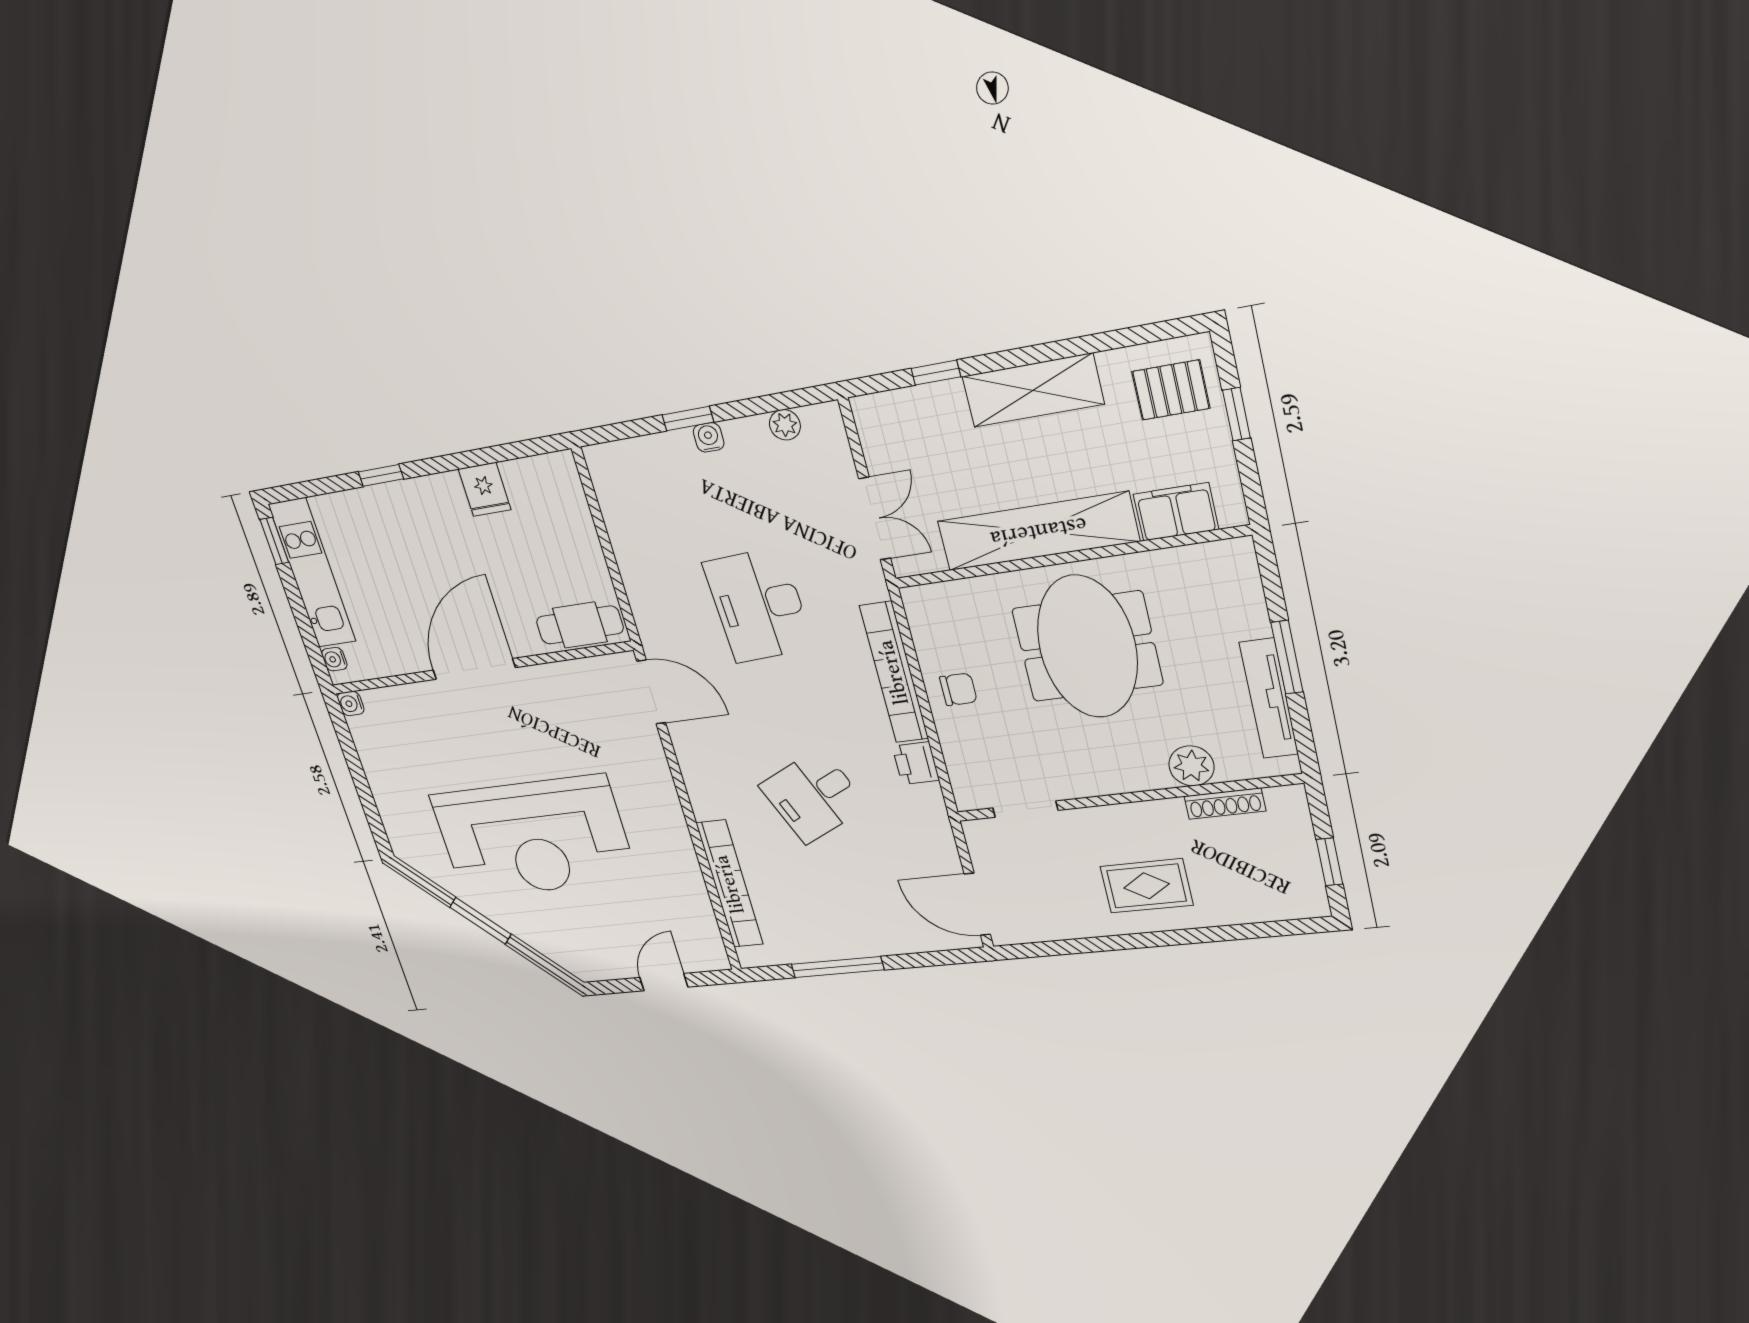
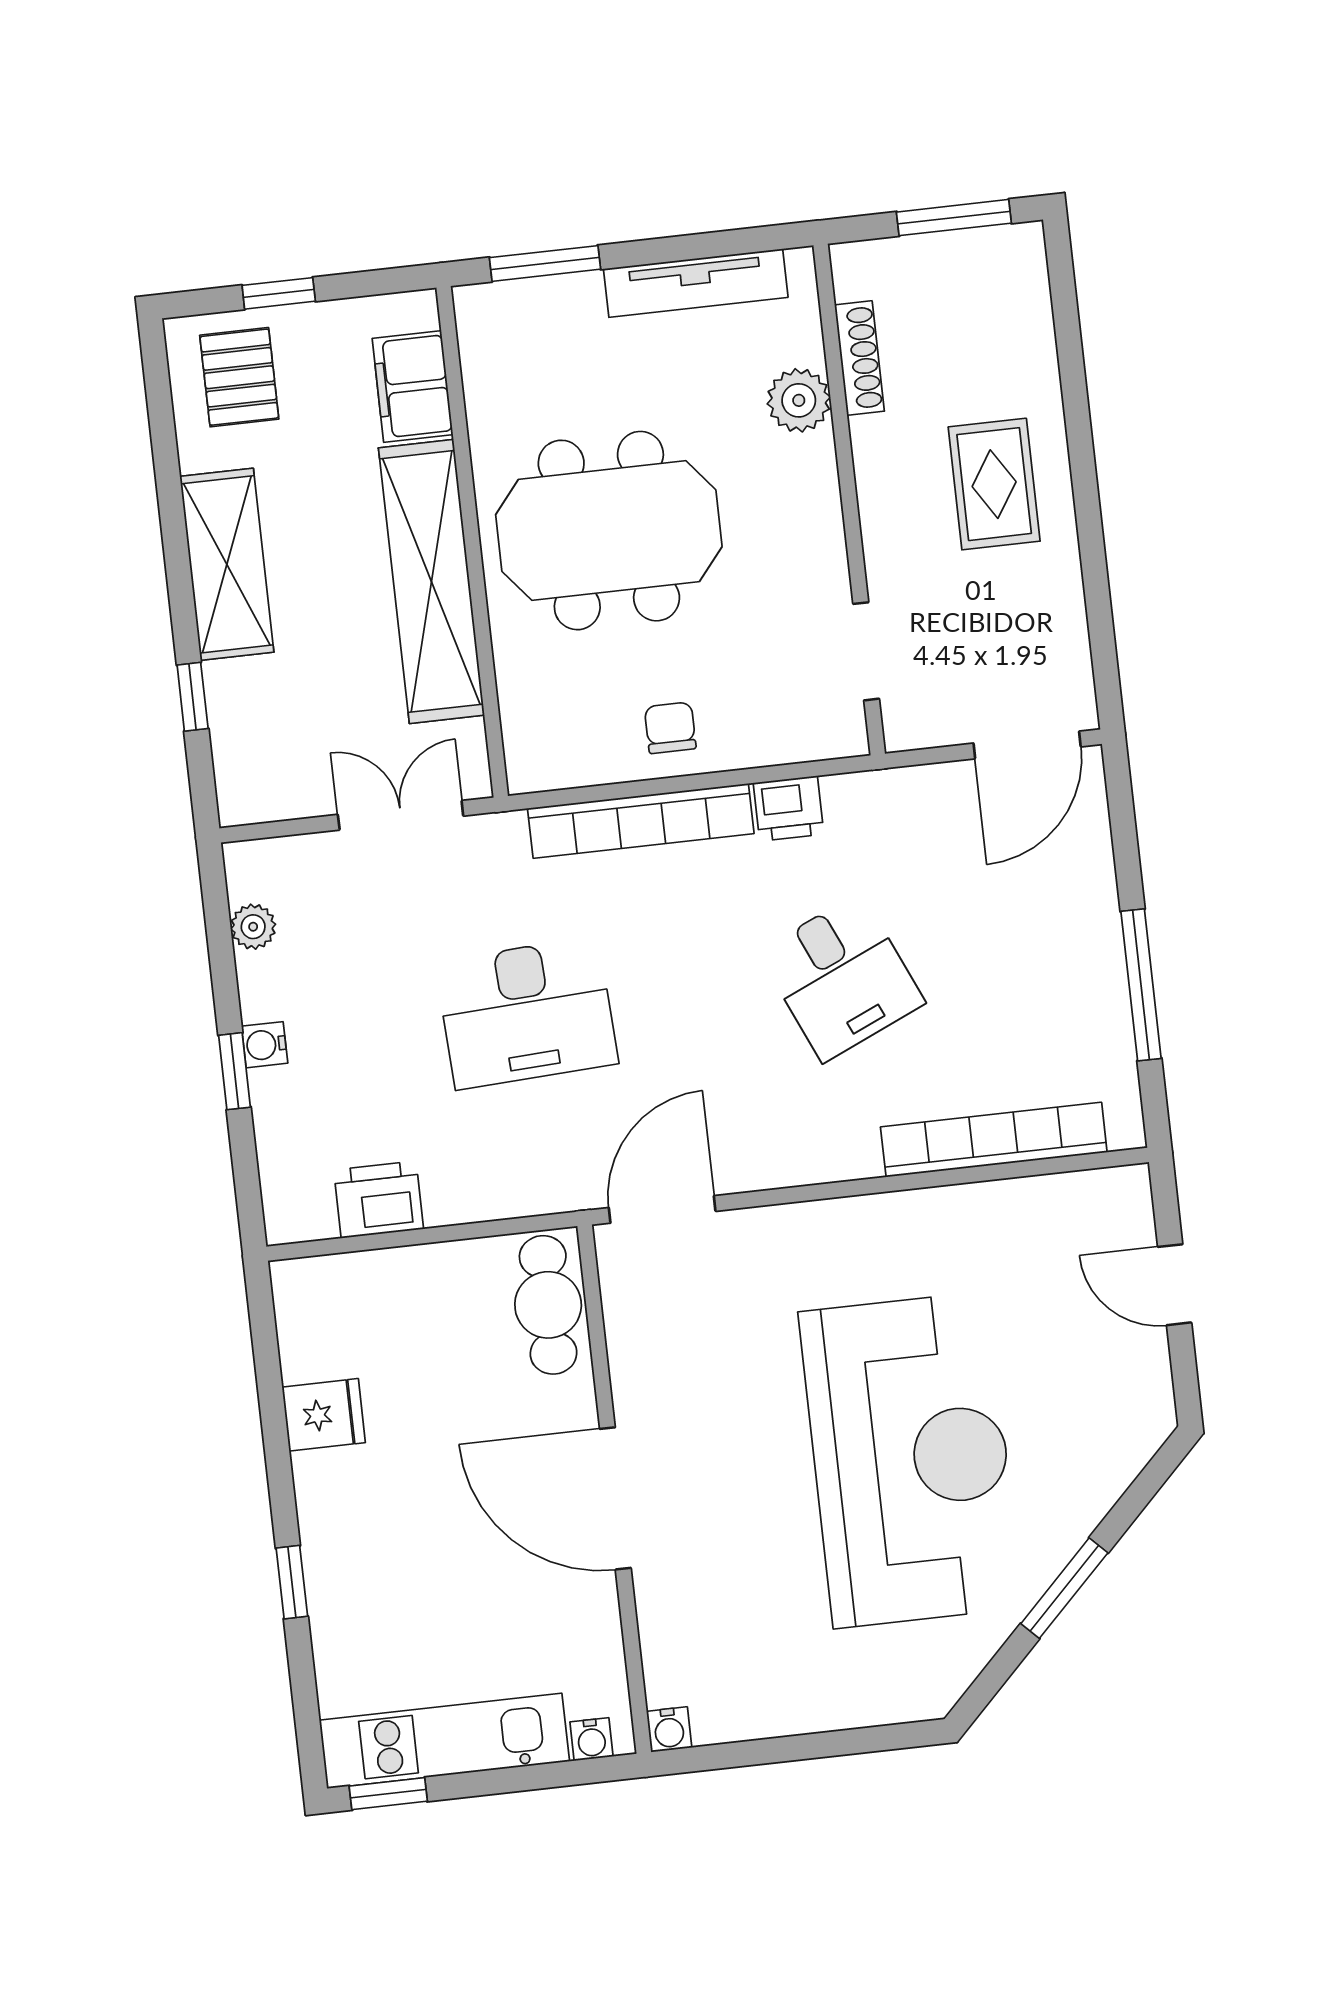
printer: (624, 517) -> (379, 1200), added
window: (1287, 657) -> (545, 263), moved
window: (1329, 862) -> (954, 218), width x1.50

